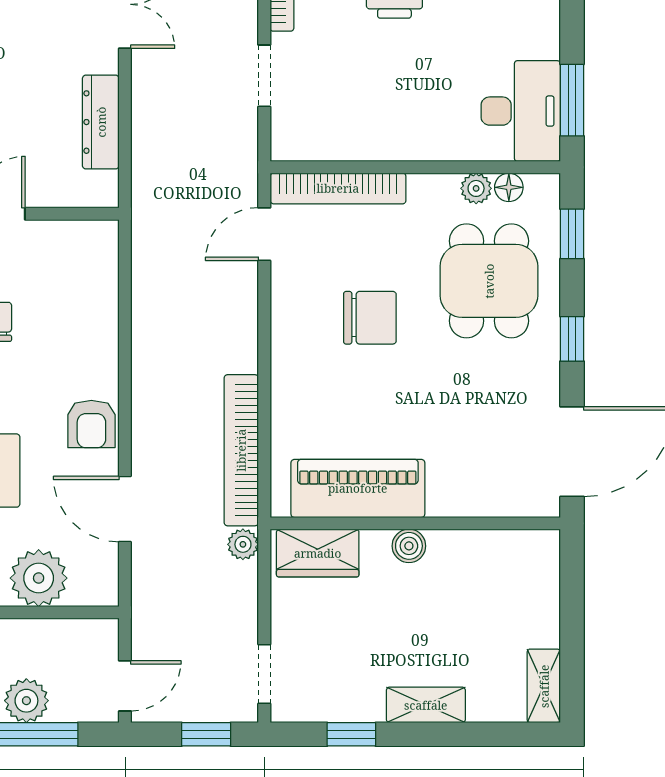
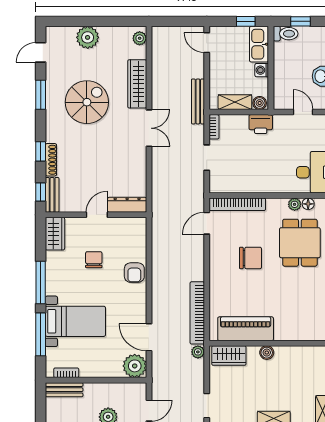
dresser: (101, 122) -> (127, 205), moved, turned 90
armchair: (91, 424) -> (134, 273), moved
plant: (39, 578) -> (135, 366), moved

